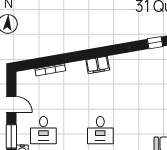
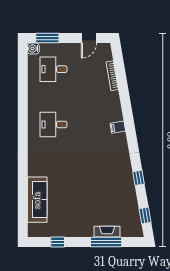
filing cabinet: (98, 65) -> (118, 127), width x0.50
door: (11, 104) -> (89, 38), moved

